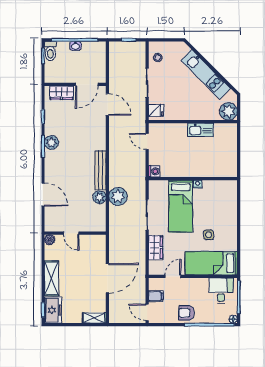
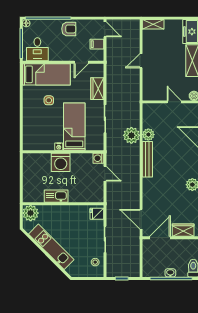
door: (147, 141) -> (105, 174), moved
washing machine: (195, 167) -> (61, 162), added
door: (107, 278) -> (141, 61), width x0.53

